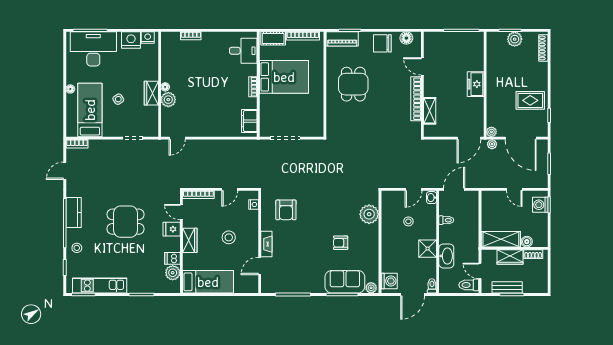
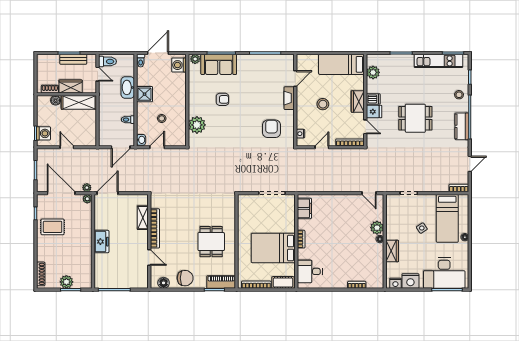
wardrobe: (151, 93) -> (392, 251), moved
door: (177, 138) -> (369, 193), swing flipped
dishwasher: (172, 258) -> (373, 99), moved

